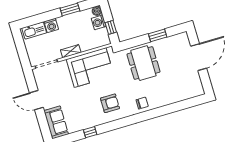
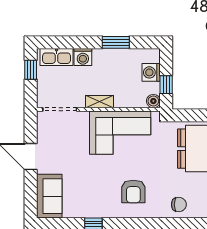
boiler: (97, 11) -> (153, 101), moved
window: (20, 44) -> (31, 70), added
armchair: (110, 103) -> (133, 191), turned 90

